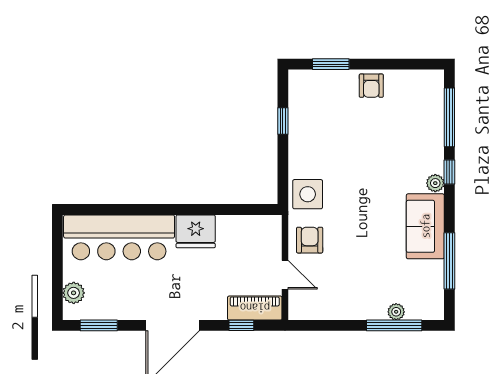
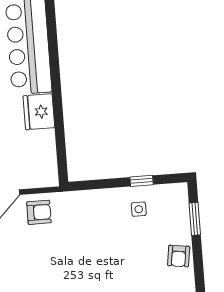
armchair: (371, 86) -> (179, 256), turned -82
side table: (308, 194) -> (139, 209), moved, width x0.54, depth x0.54

